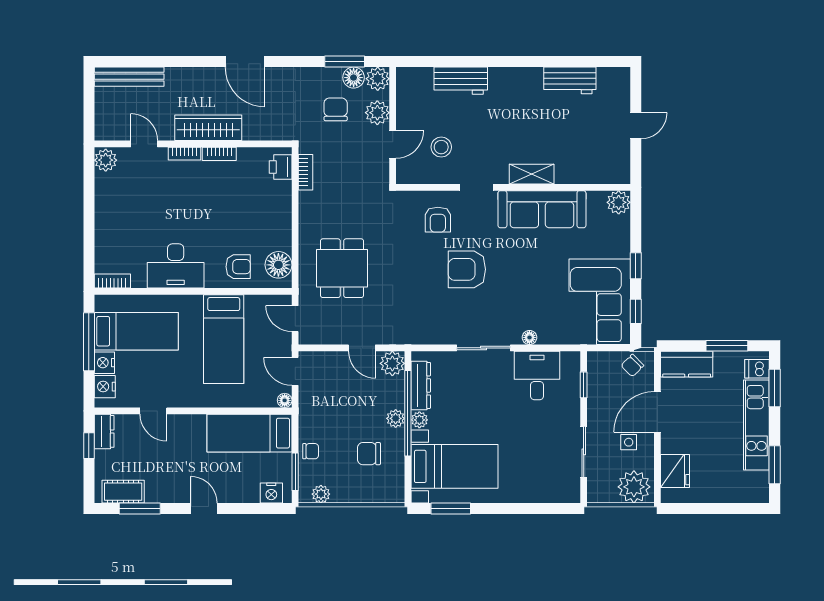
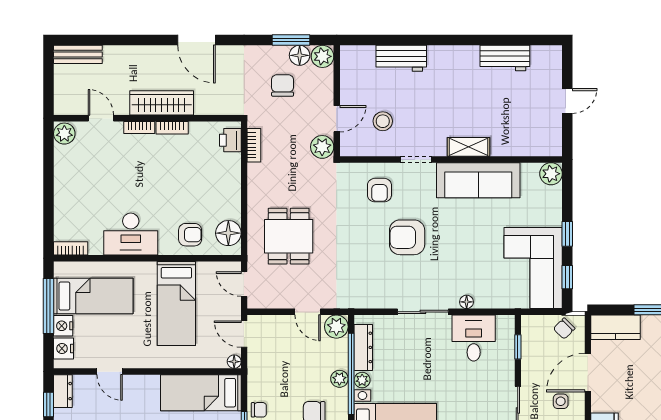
bench: (129, 77) -> (78, 54), width x0.73
plant: (377, 113) -> (322, 147), moved

